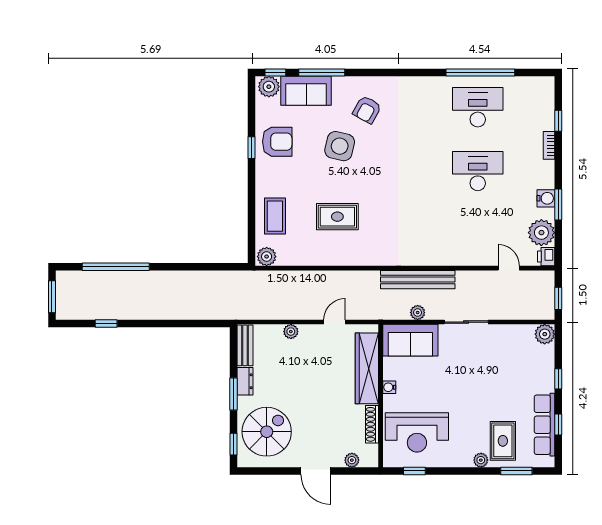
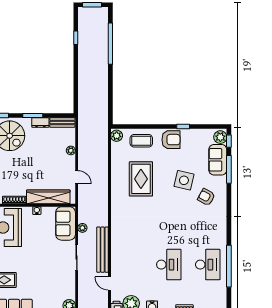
armchair: (277, 142) -> (171, 140), moved, turned -90
rug: (337, 217) -> (141, 179), width x1.36, depth x1.43
door: (509, 268) -> (110, 284), swing flipped
bench: (418, 280) -> (103, 250), moved

